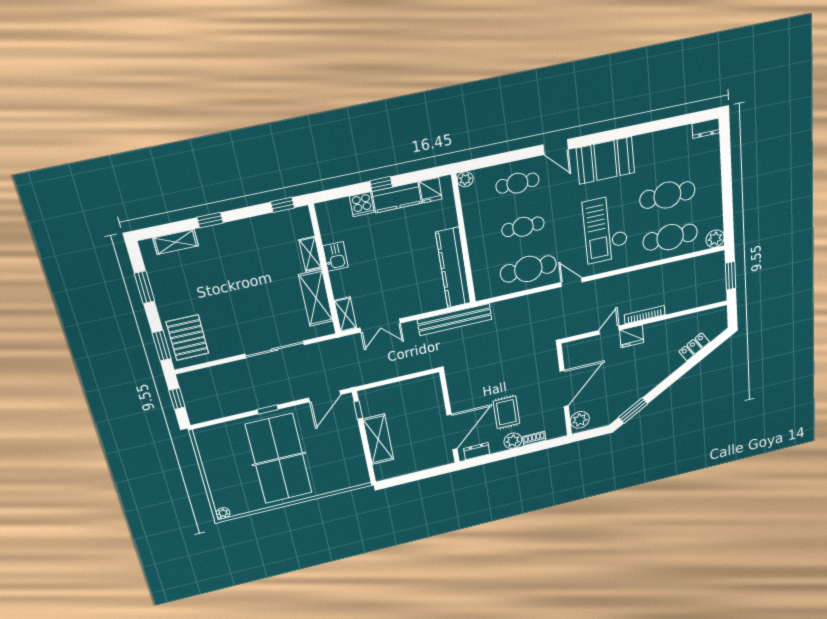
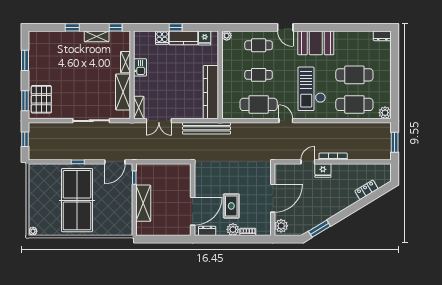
shelving: (176, 242) -> (97, 36), moved

